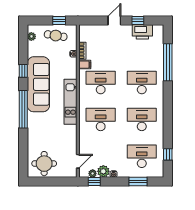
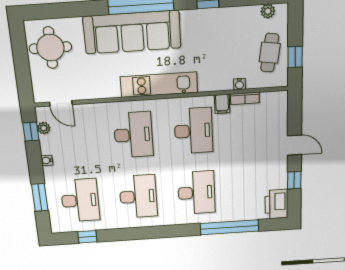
printer: (142, 32) -> (276, 204), moved
sofa: (38, 84) -> (132, 32), moved
plant: (103, 171) -> (49, 145), removed

